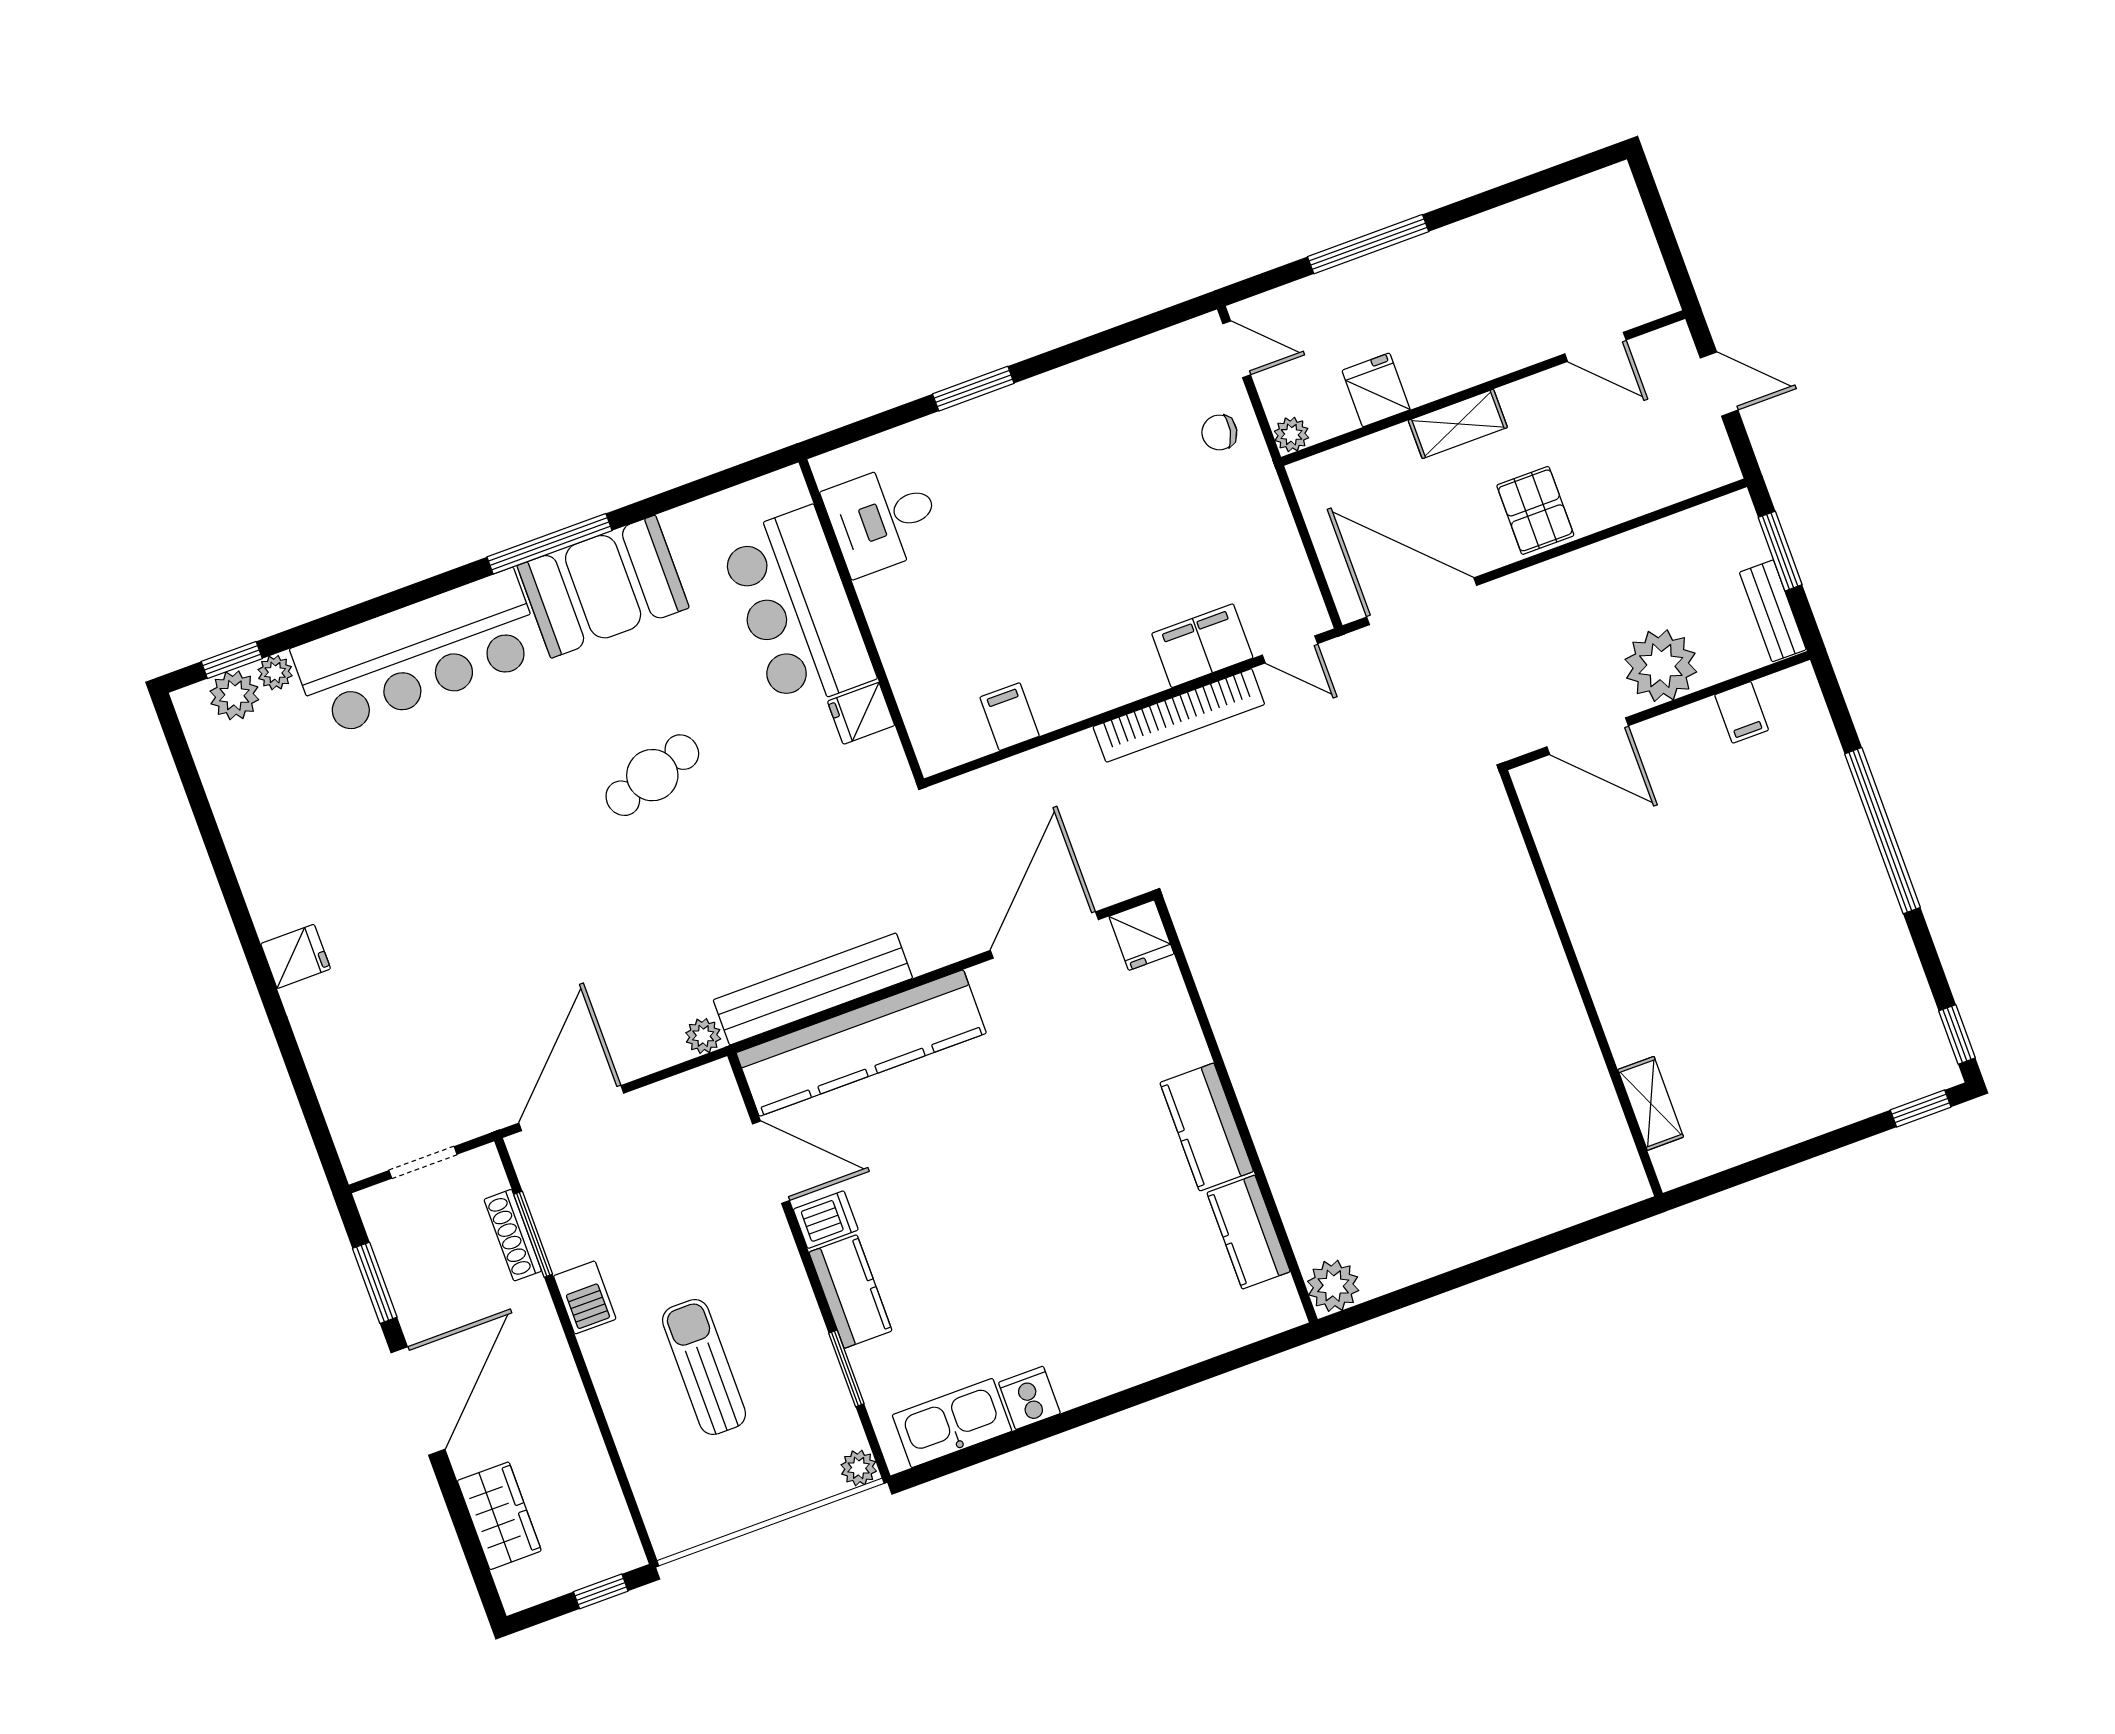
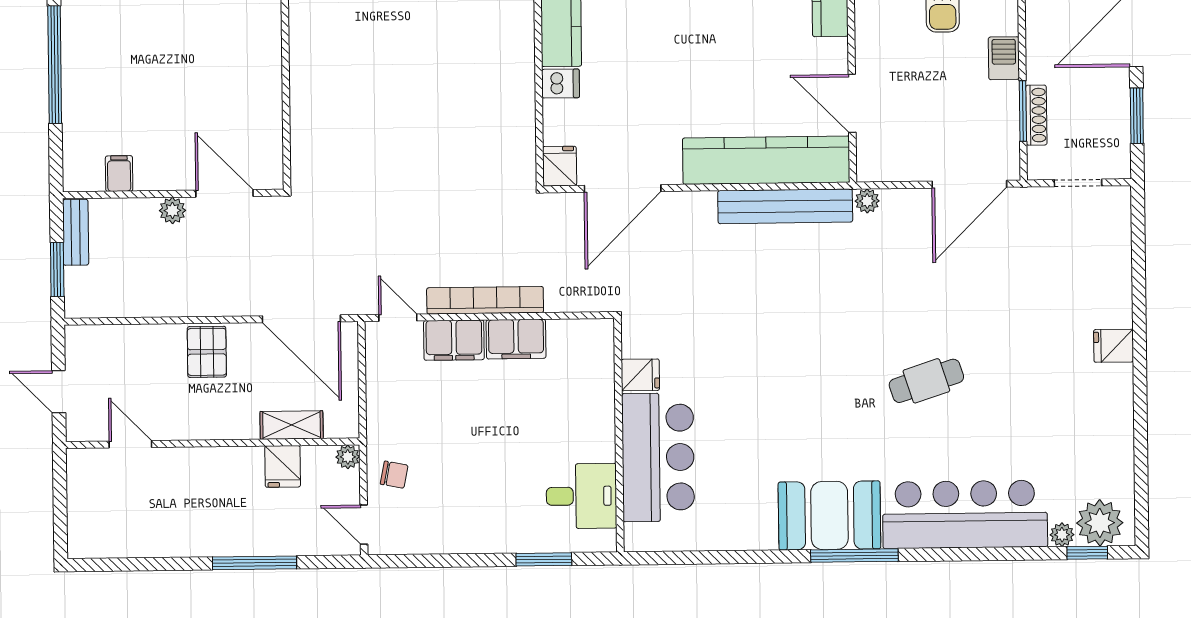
shelving: (1458, 424) -> (292, 425), moved
desk: (883, 519) -> (582, 496), moved
bar counter: (797, 609) -> (658, 457), moved
wall: (861, 620) -> (619, 435), moved
plant: (1661, 666) -> (172, 210), width x0.53, depth x0.53
plant: (234, 695) -> (1100, 523), width x1.36, depth x1.36
fridge: (861, 713) -> (640, 375), moved
filing cabinet: (1010, 717) -> (516, 339), moved, width x2.00
cafe table: (652, 775) -> (926, 381), moved
dishwasher: (826, 1220) -> (561, 84), moved, turned 180

